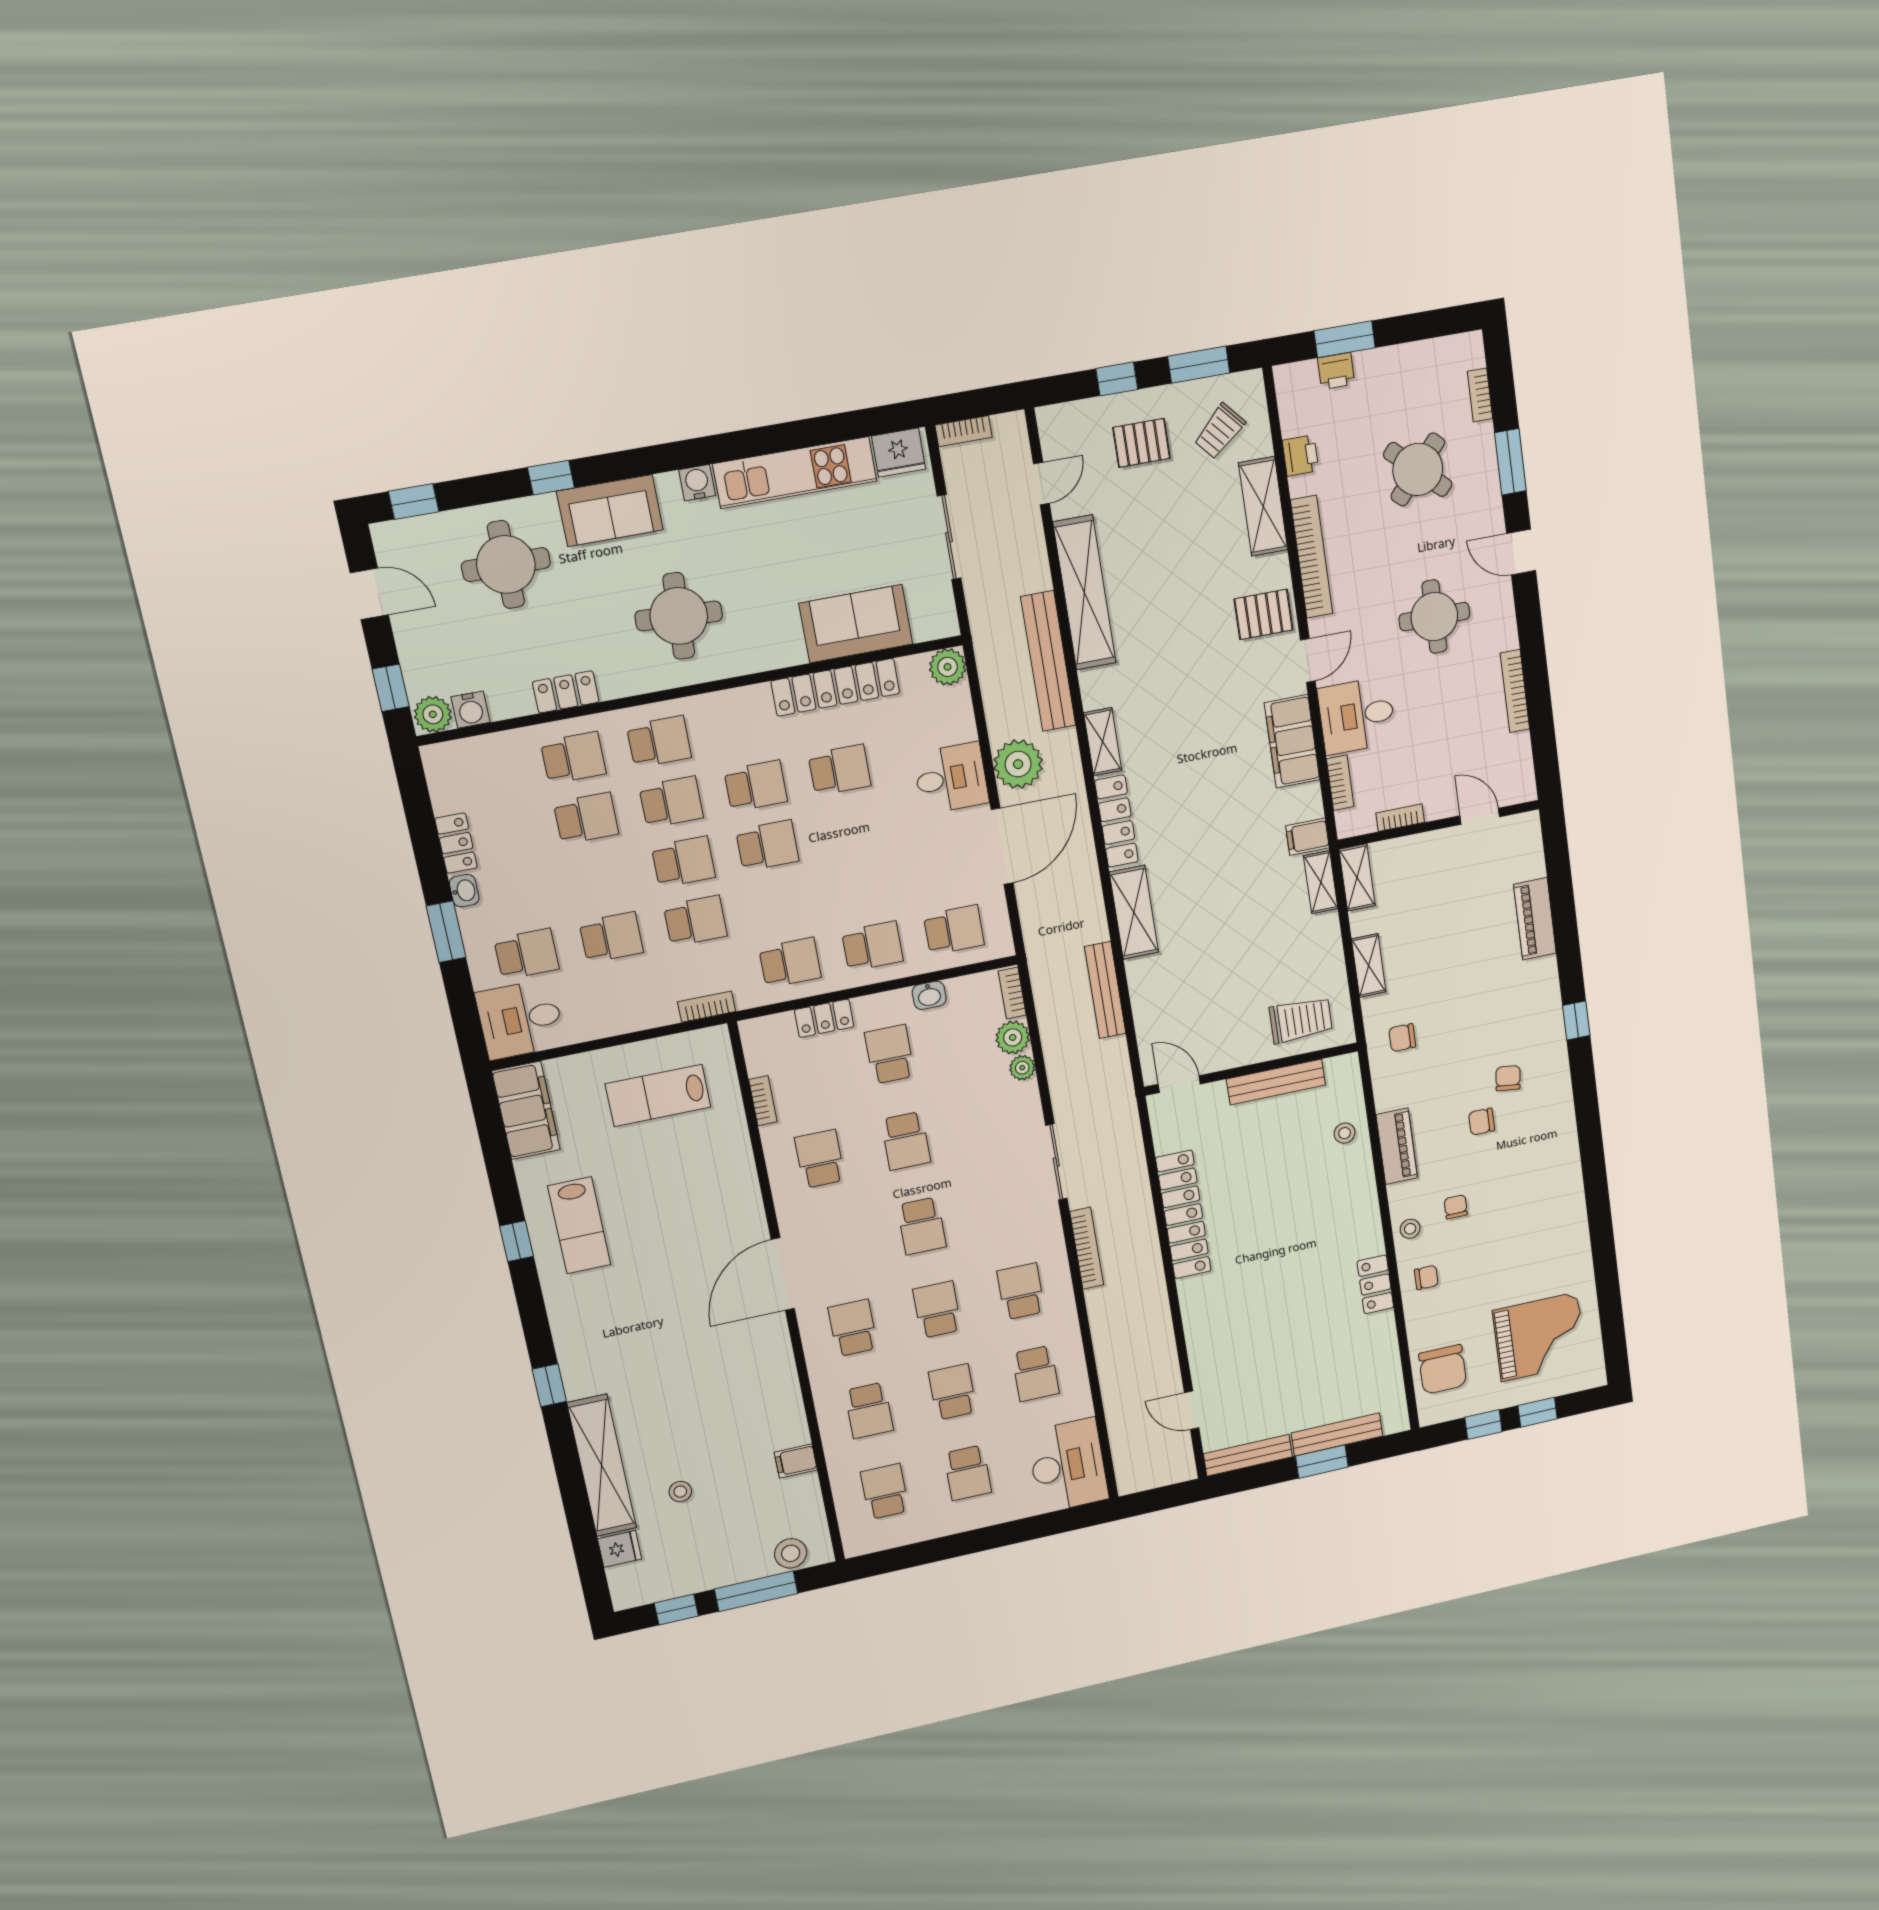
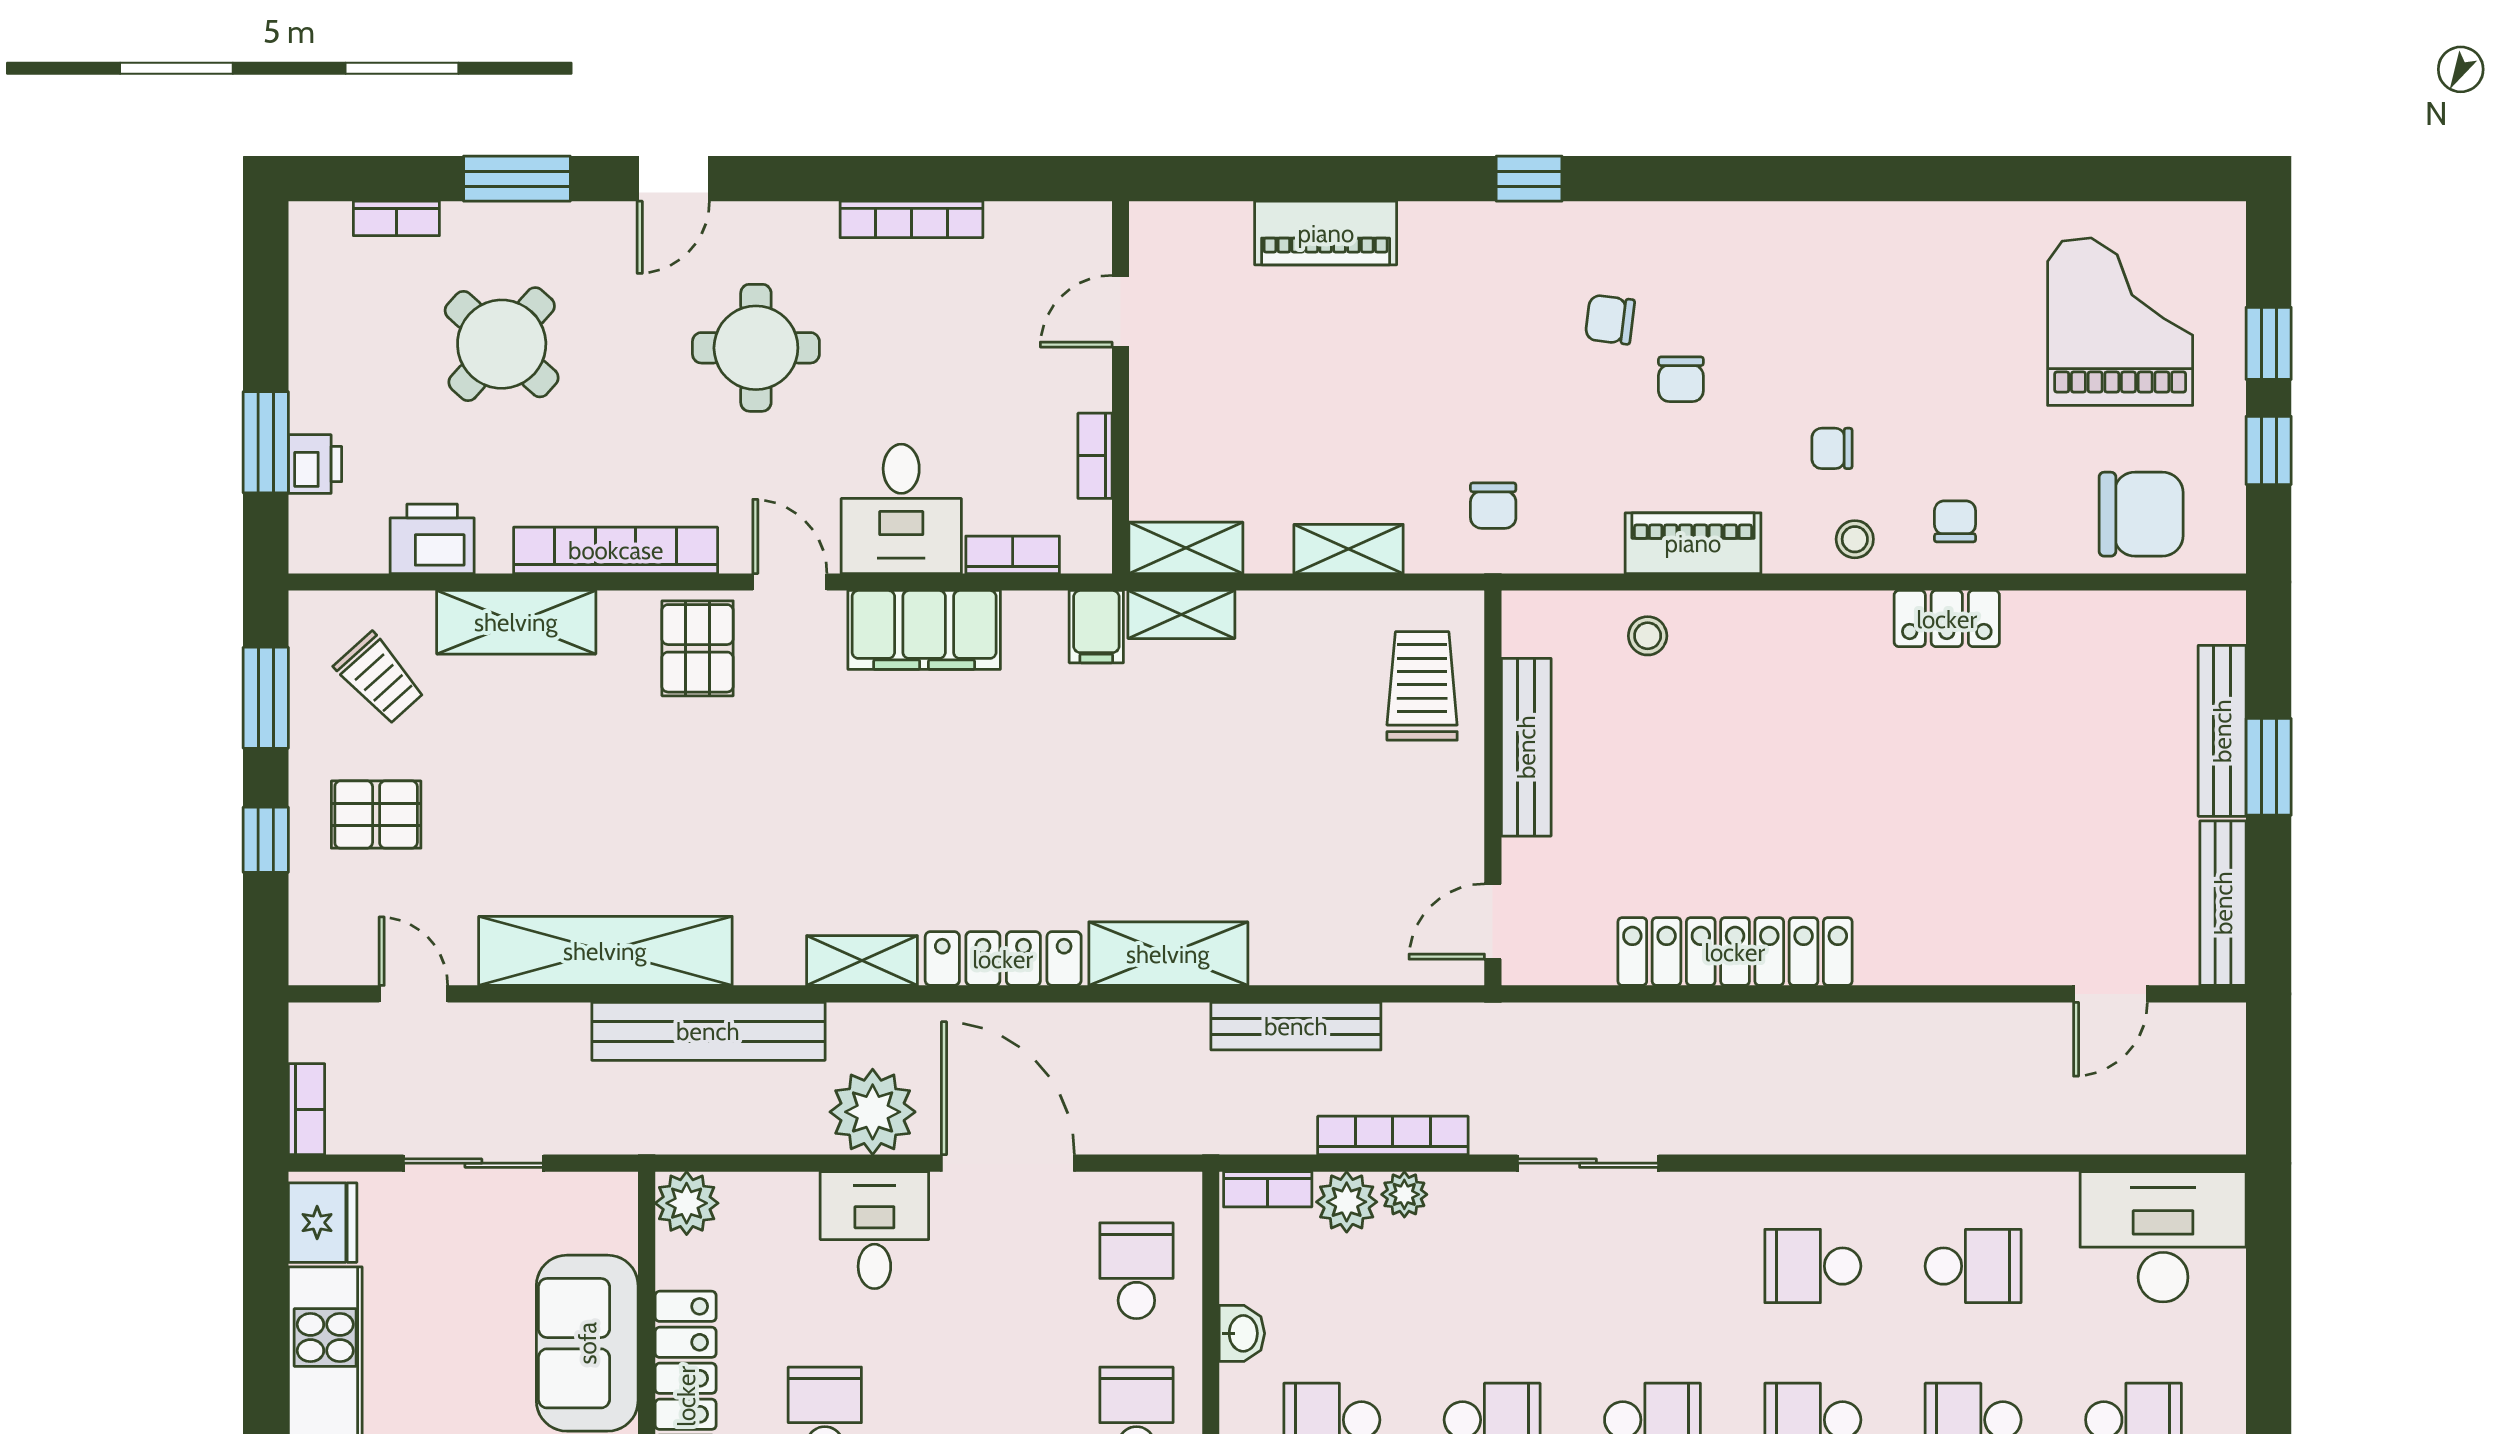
pallet: (1141, 443) -> (376, 815), turned 90
printer: (1300, 456) -> (432, 539), width x1.36, depth x1.24
bookcase: (1087, 1248) -> (1393, 1135), moved

